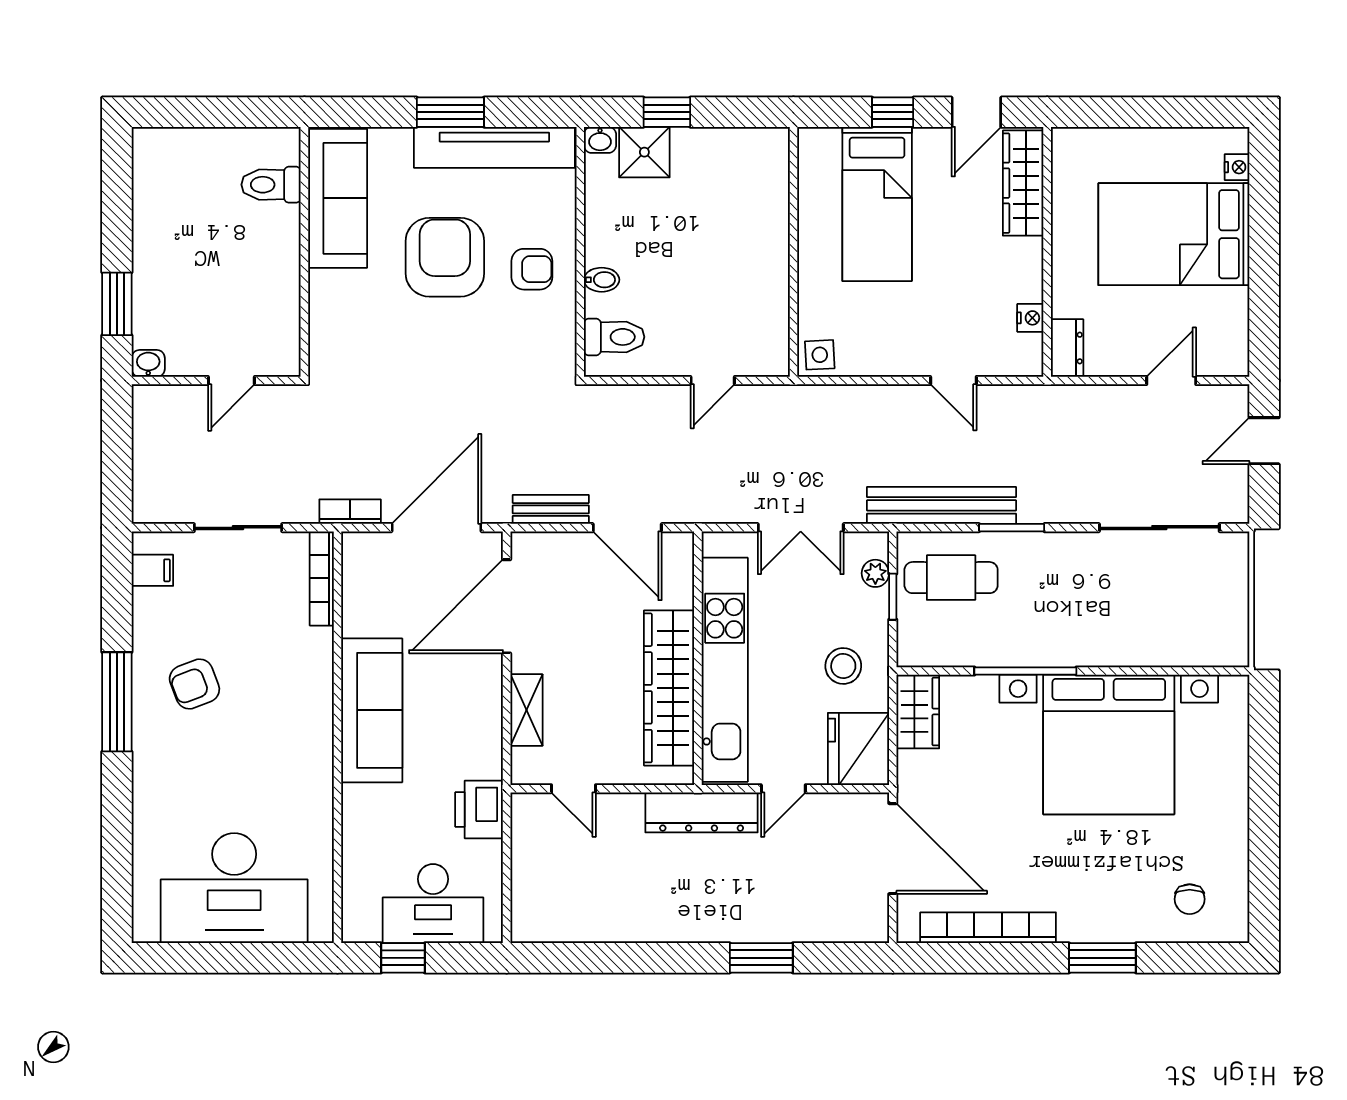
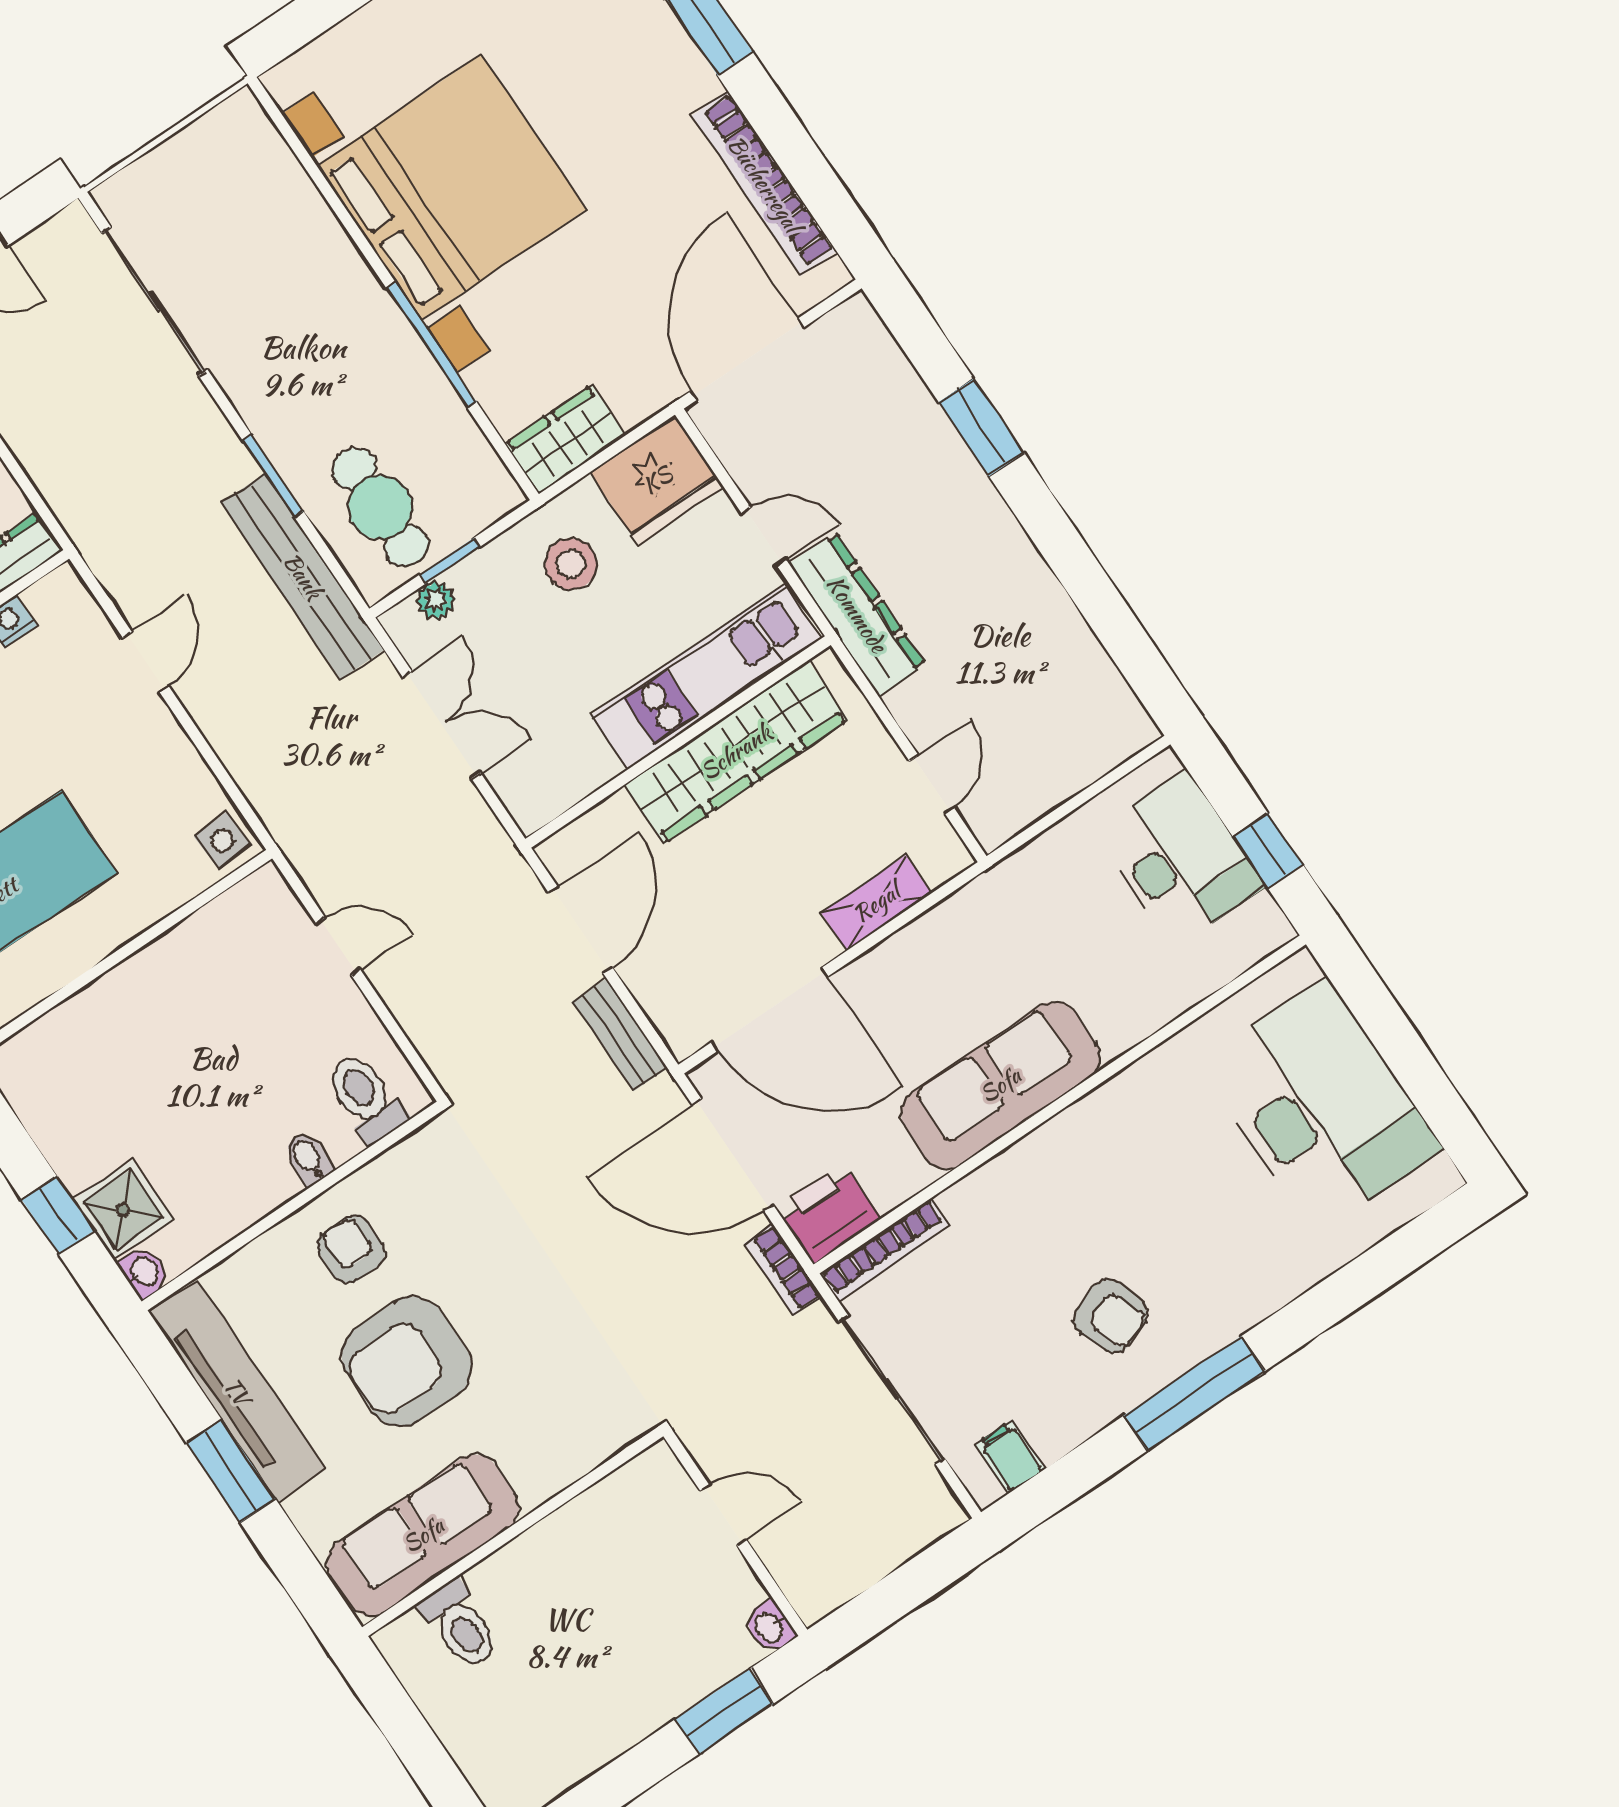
sliding door: (238, 528) -> (892, 1390), width x1.37
kitchen unit: (725, 670) -> (706, 677), width x0.73
printer: (479, 809) -> (828, 1213), moved, turned 180

